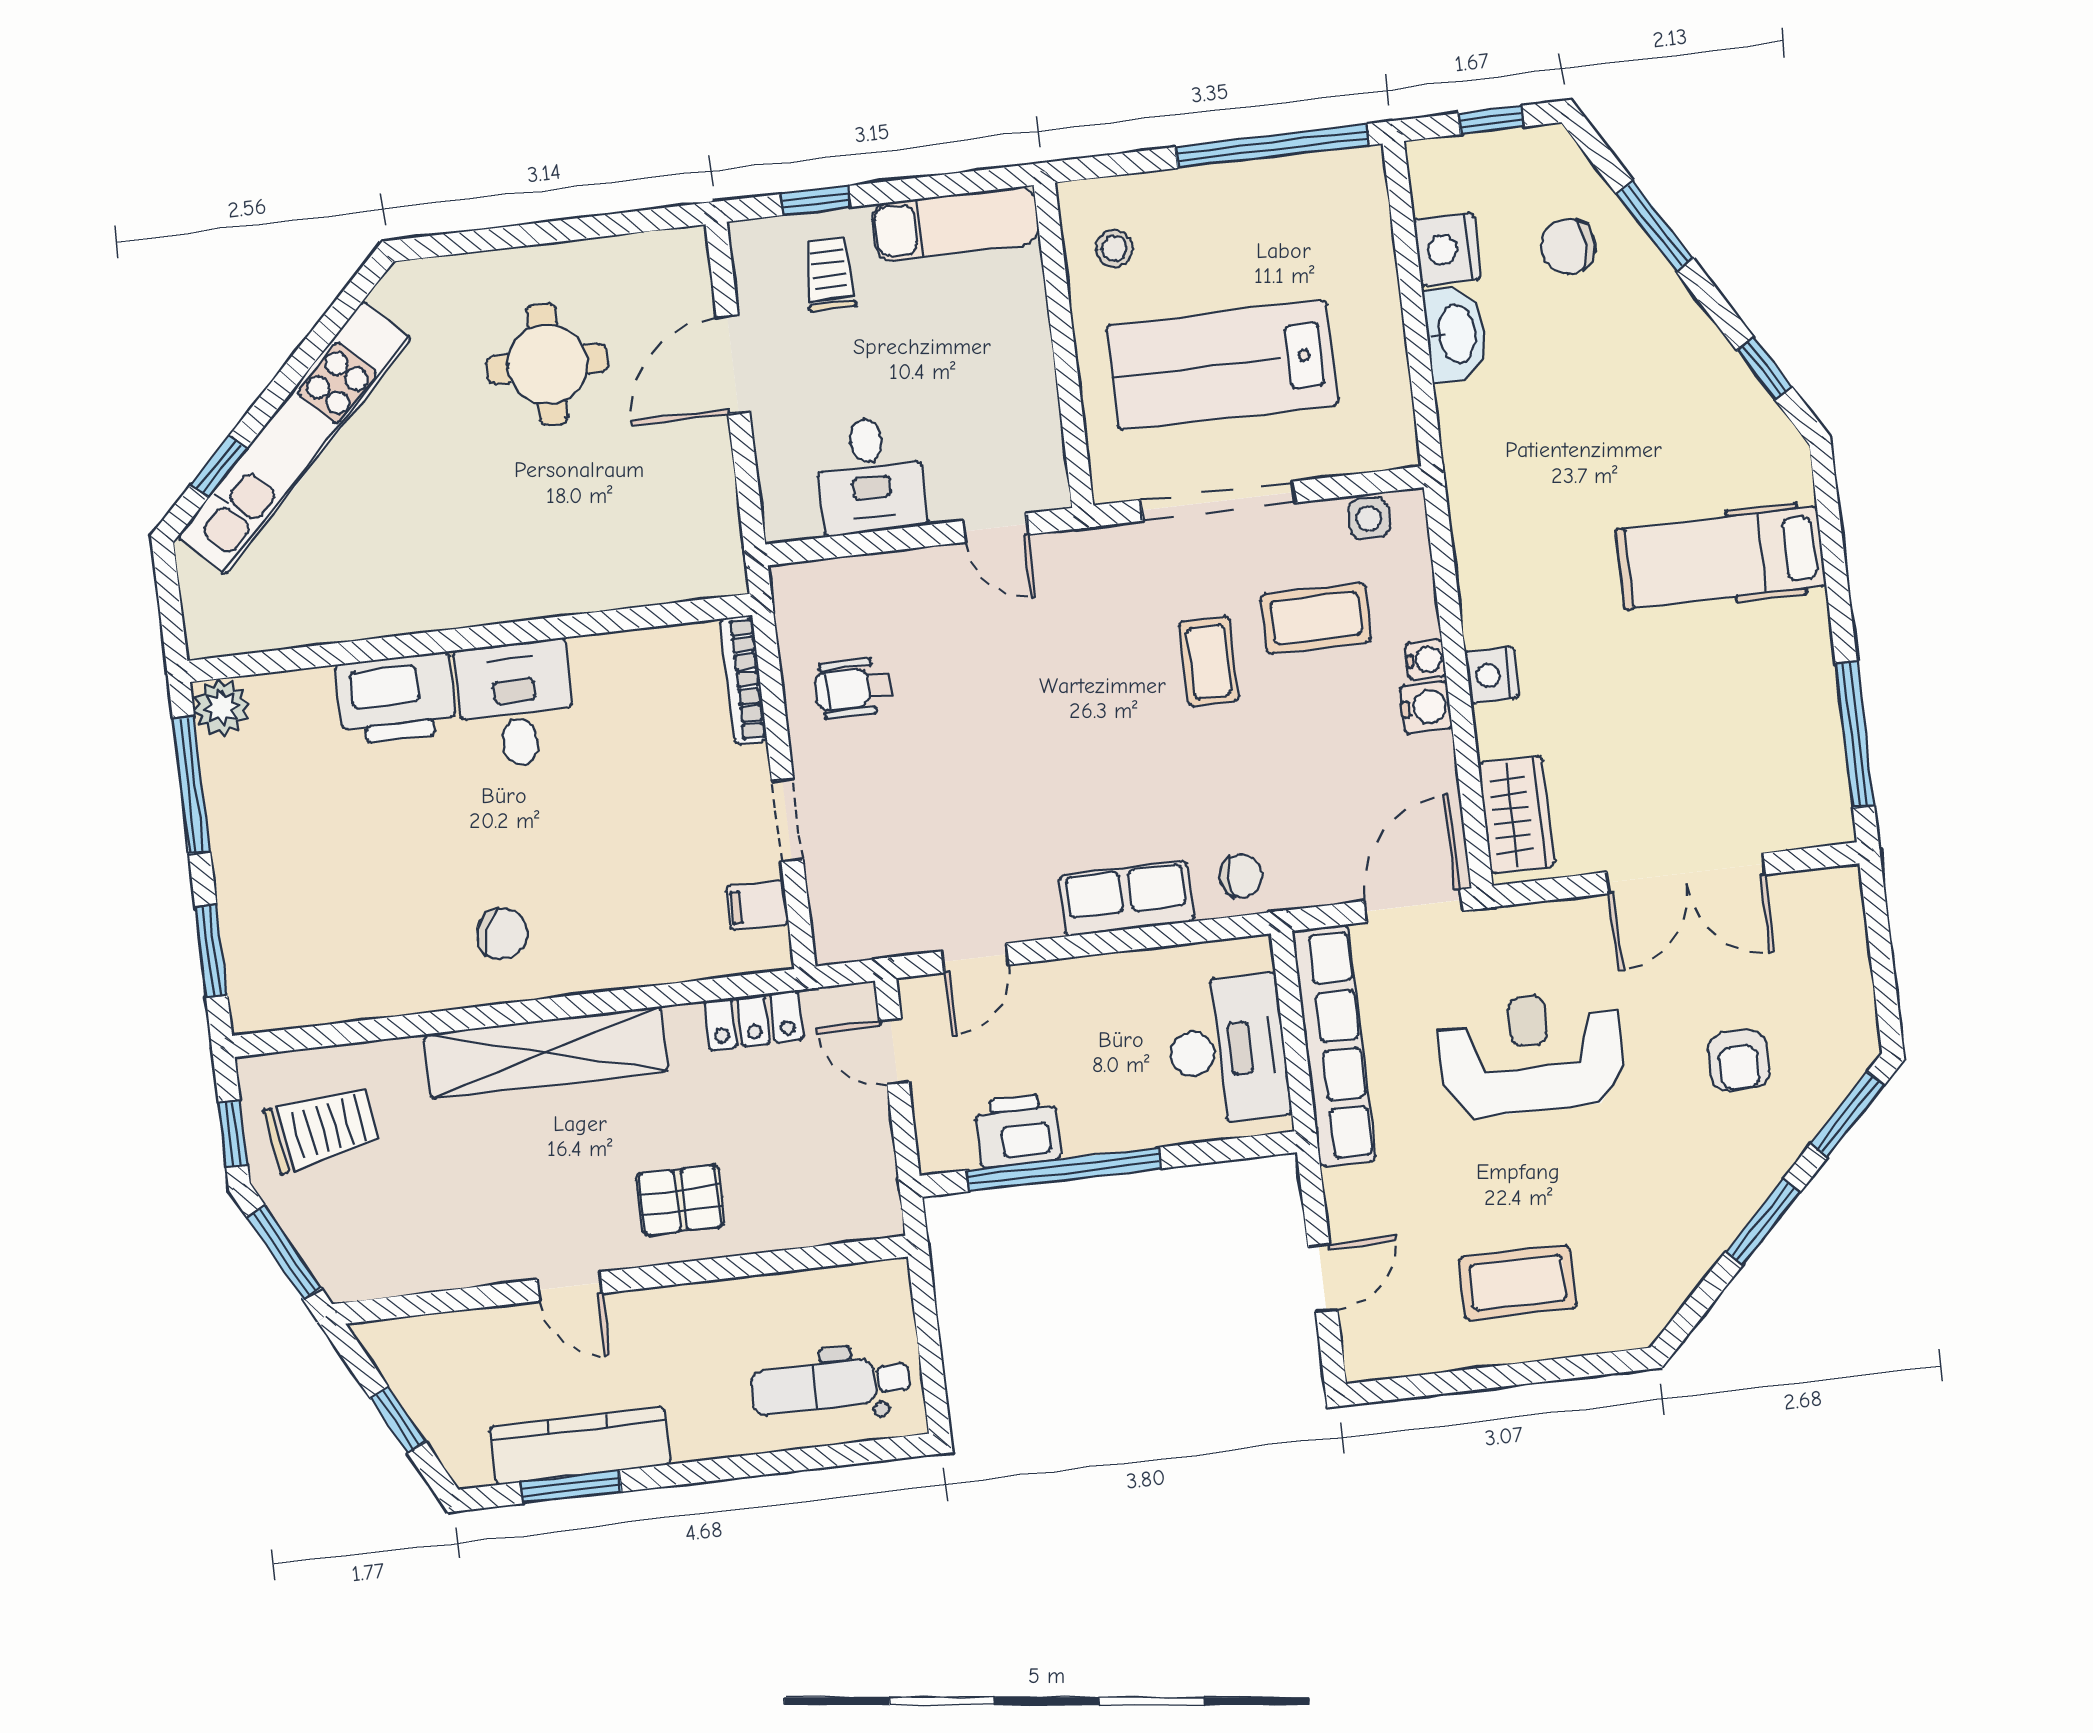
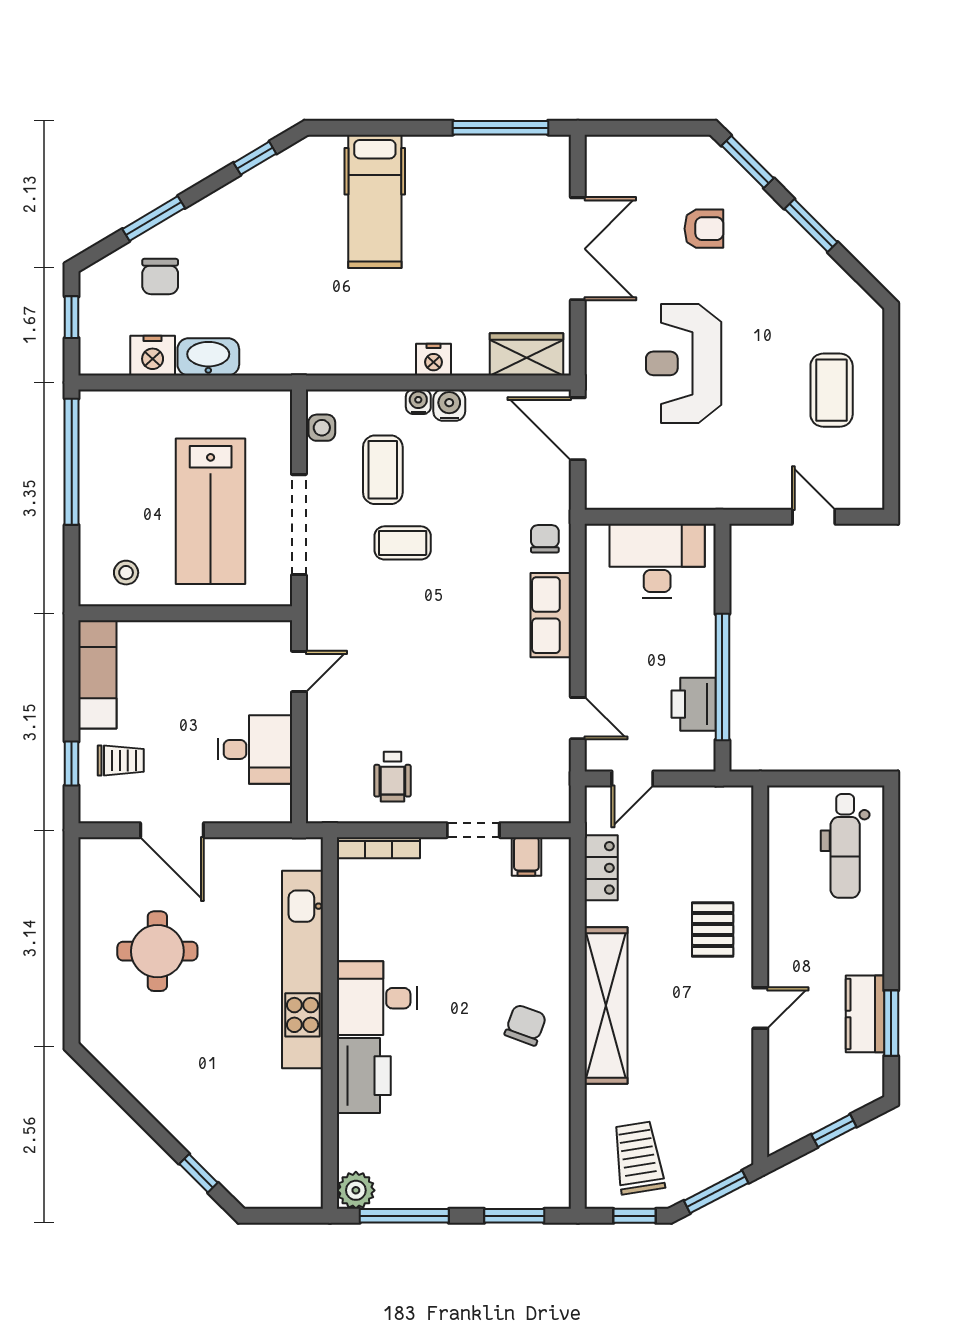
trolley: (829, 274) -> (121, 760), turned 180
kitchen unit: (294, 438) -> (303, 969), moved, turned -135
row of seats: (1334, 1046) -> (663, 491), removed
kitchen counter: (580, 1446) -> (865, 1014), width x0.67

